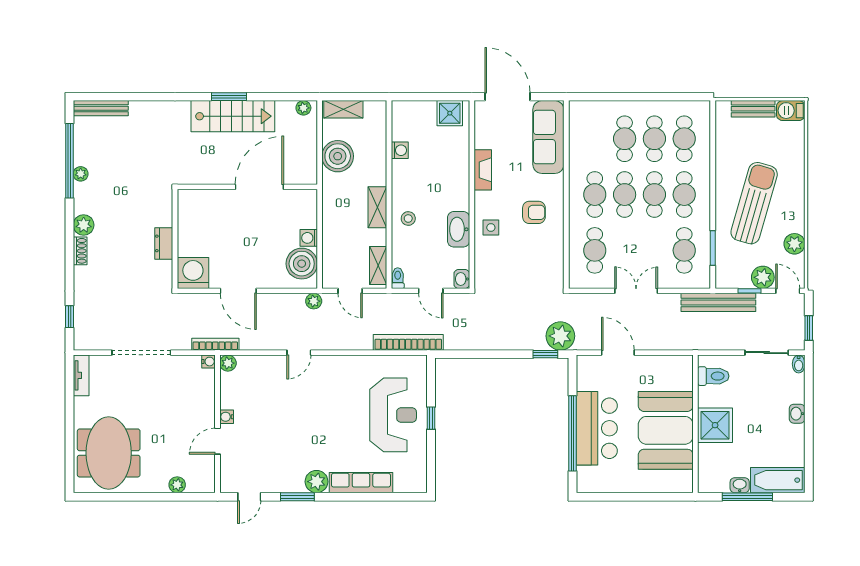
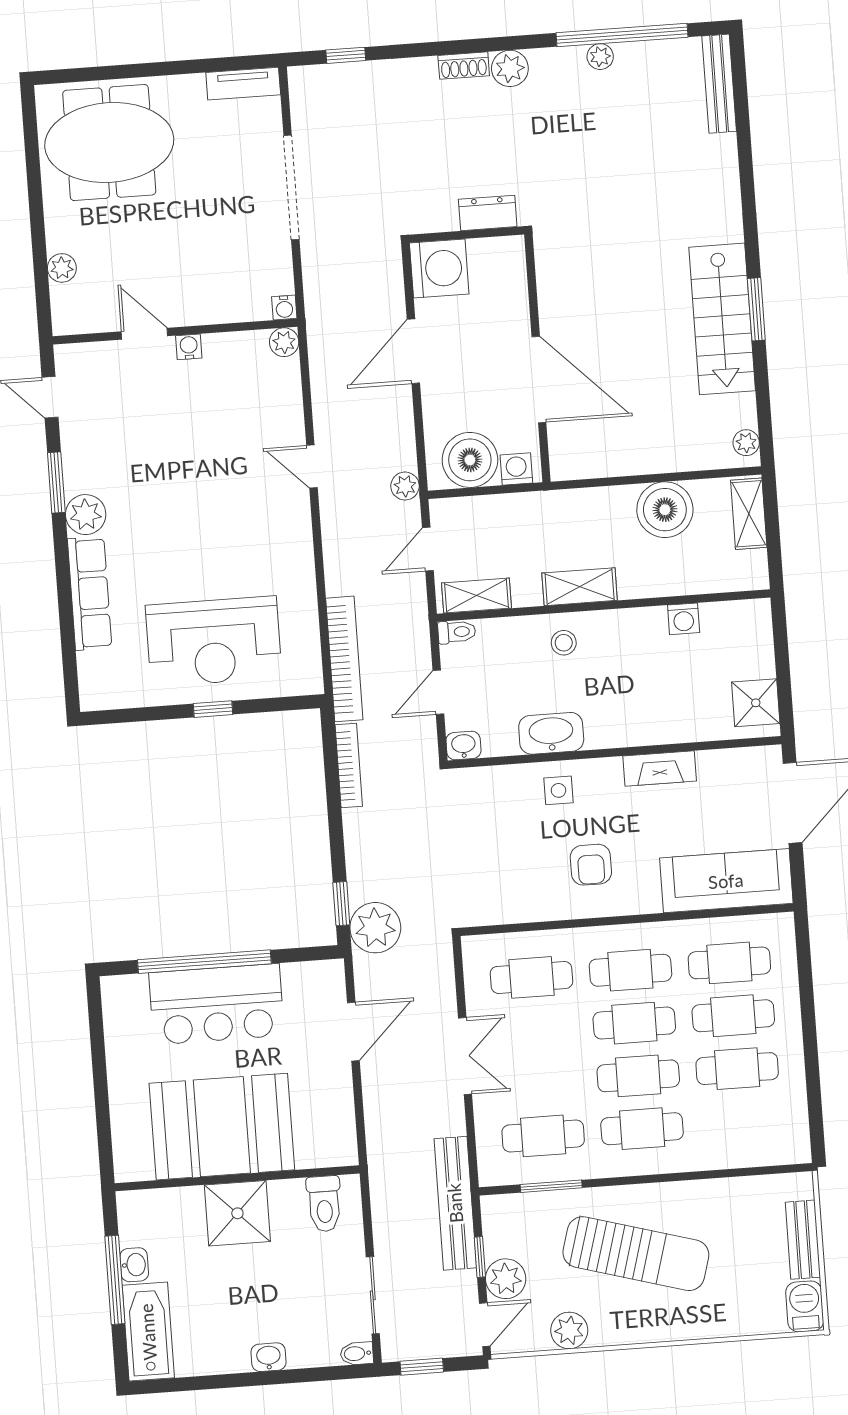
cafe table: (684, 139) -> (729, 963), moved
wall: (247, 187) -> (537, 358), moved
door: (259, 187) -> (539, 380), moved
bookcase: (215, 344) -> (349, 766), moved

